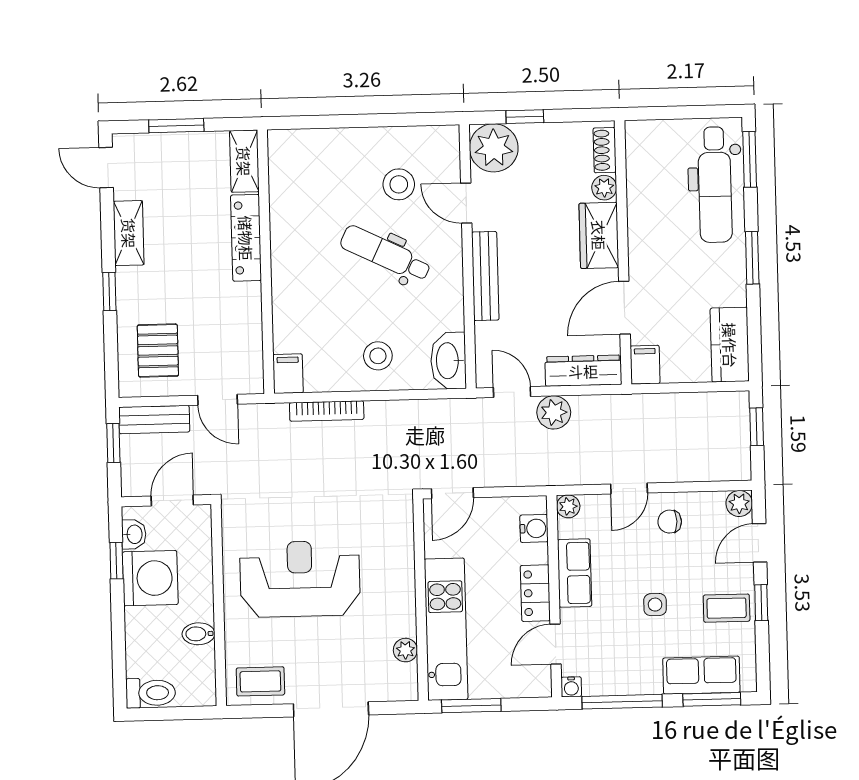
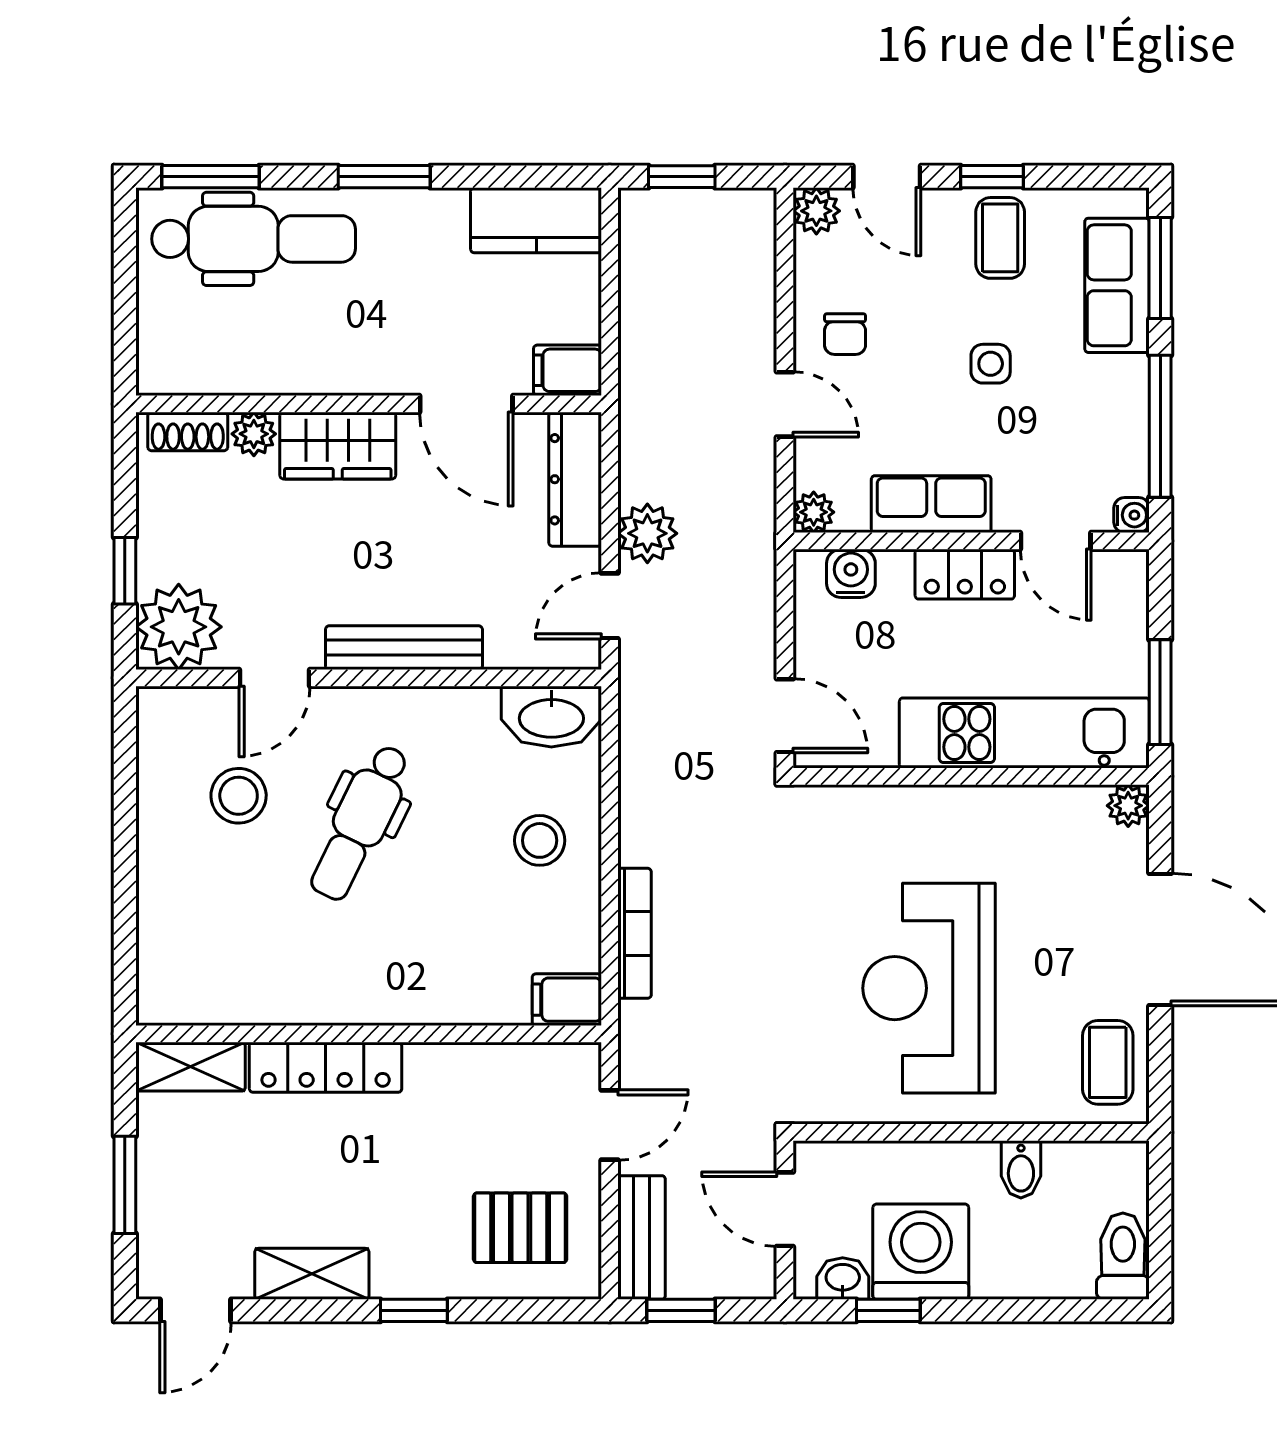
plant: (405, 650) -> (1128, 806), moved

